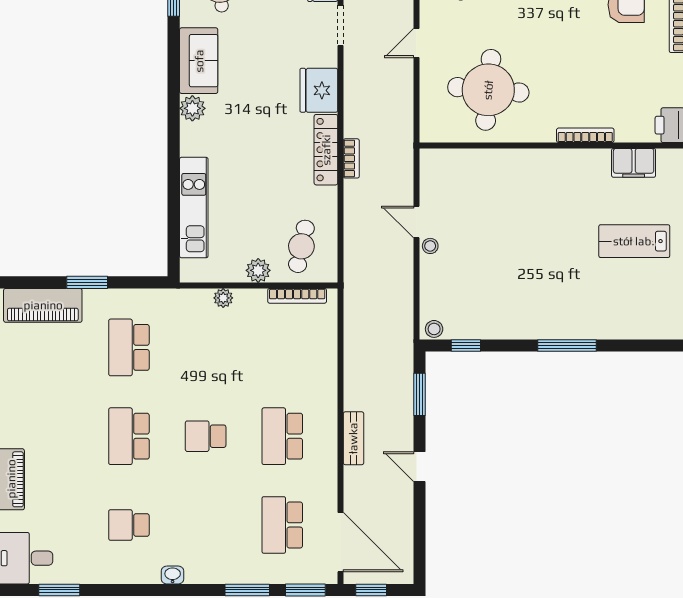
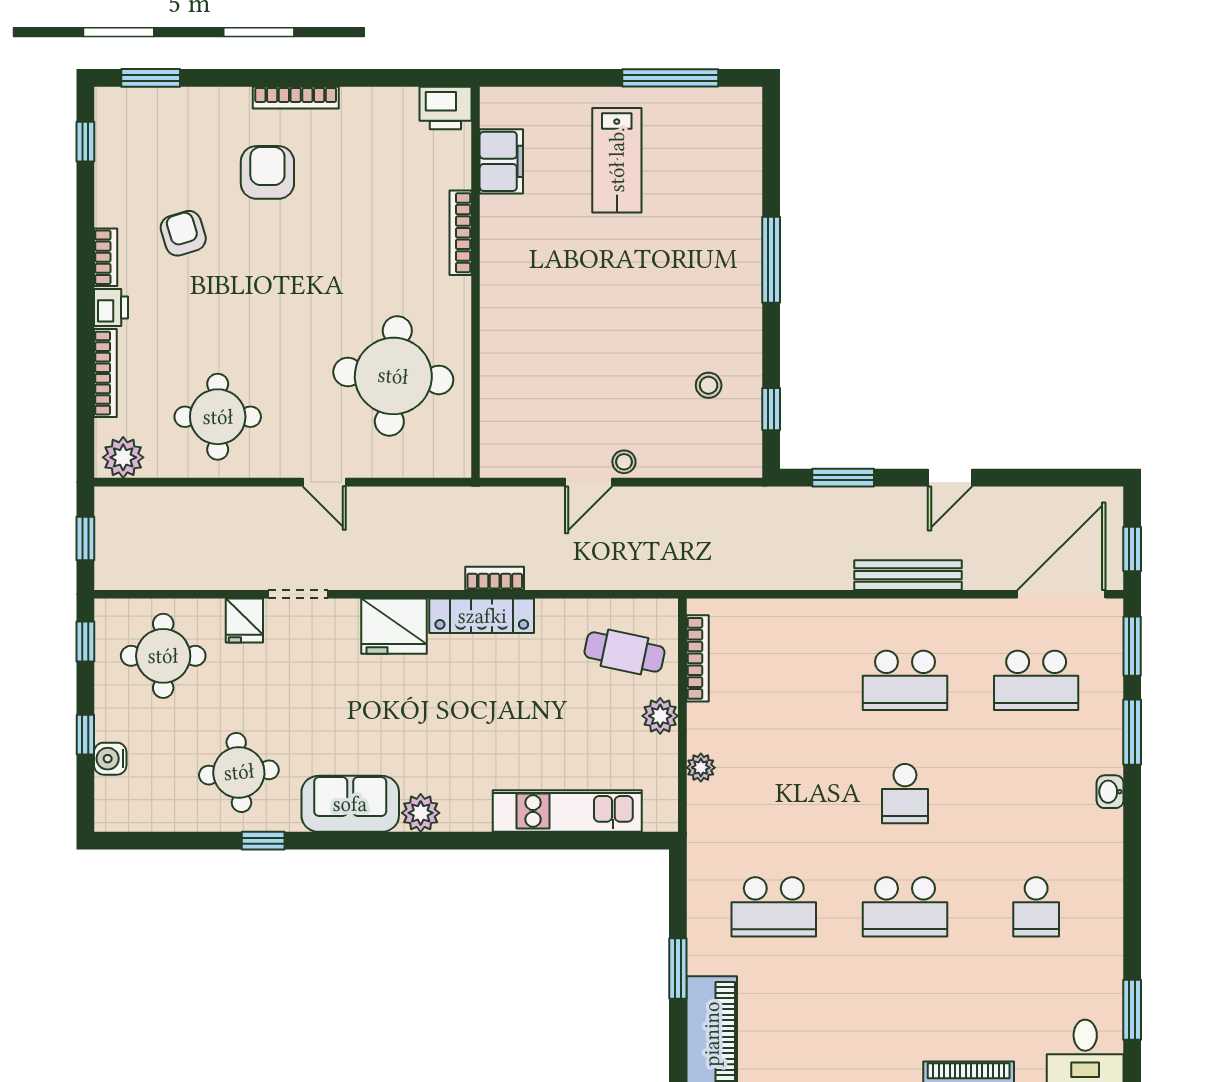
stool: (434, 329) -> (709, 385), moved
bench: (353, 438) -> (908, 575), width x1.36
washbasin: (173, 575) -> (1110, 792), moved

